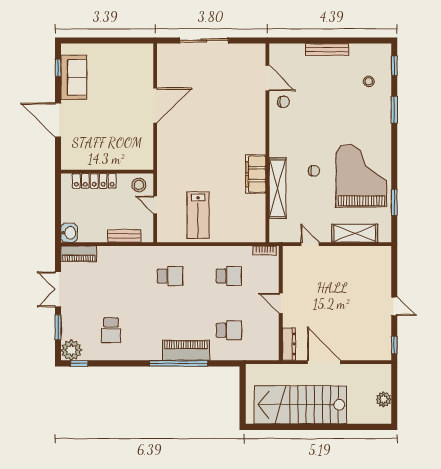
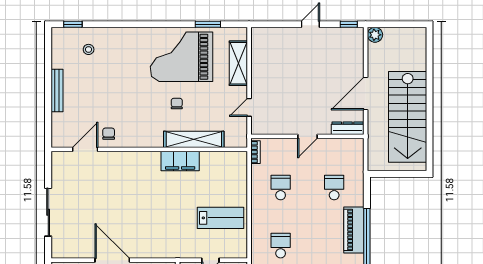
window: (394, 110) -> (116, 24), removed
plant: (384, 399) -> (375, 35), moved

